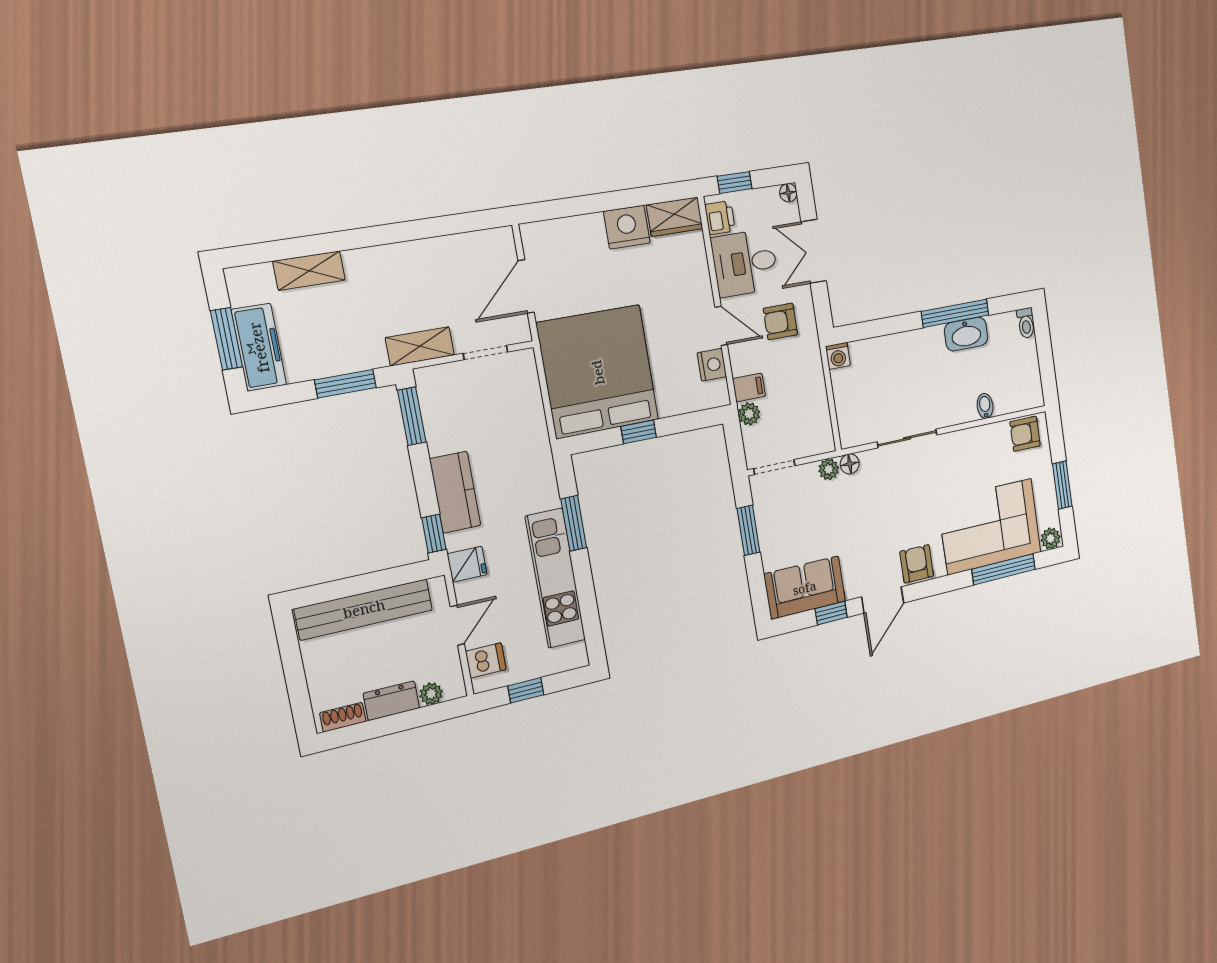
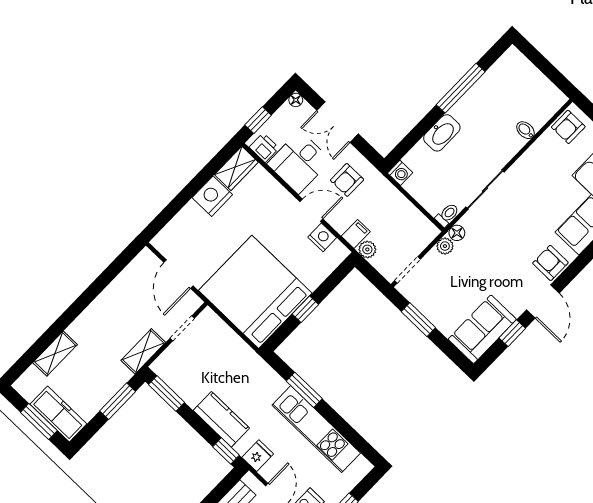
toilet: (1026, 323) -> (447, 215), moved, turned -90
washbasin: (966, 334) -> (442, 133), moved

